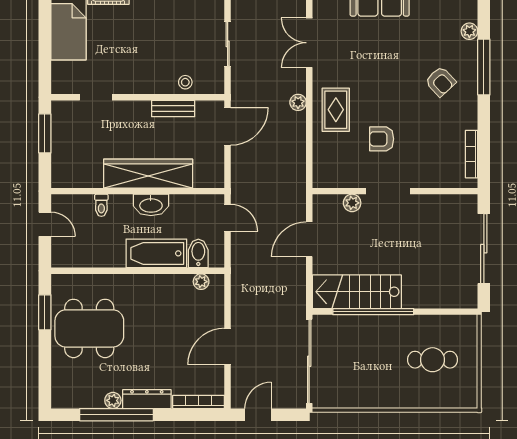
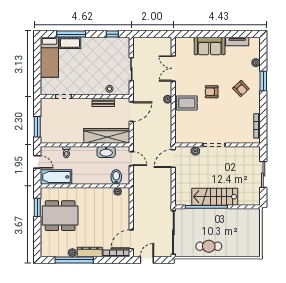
window: (484, 67) -> (263, 81), width x0.69
rug: (336, 110) -> (187, 103), turned 90
window: (45, 133) -> (37, 127), moved
armchair: (382, 139) -> (212, 92), moved
wardrobe: (148, 174) -> (107, 136), moved
washbasin: (151, 205) -> (106, 152), moved
door: (309, 239) -> (173, 159), moved
sliding door: (484, 249) -> (263, 175), width x0.73
bathtub: (156, 253) -> (56, 177), moved
stairs: (357, 292) -> (215, 197), moved
door: (228, 346) -> (131, 239), moved
cafe table: (433, 360) -> (209, 246), moved

